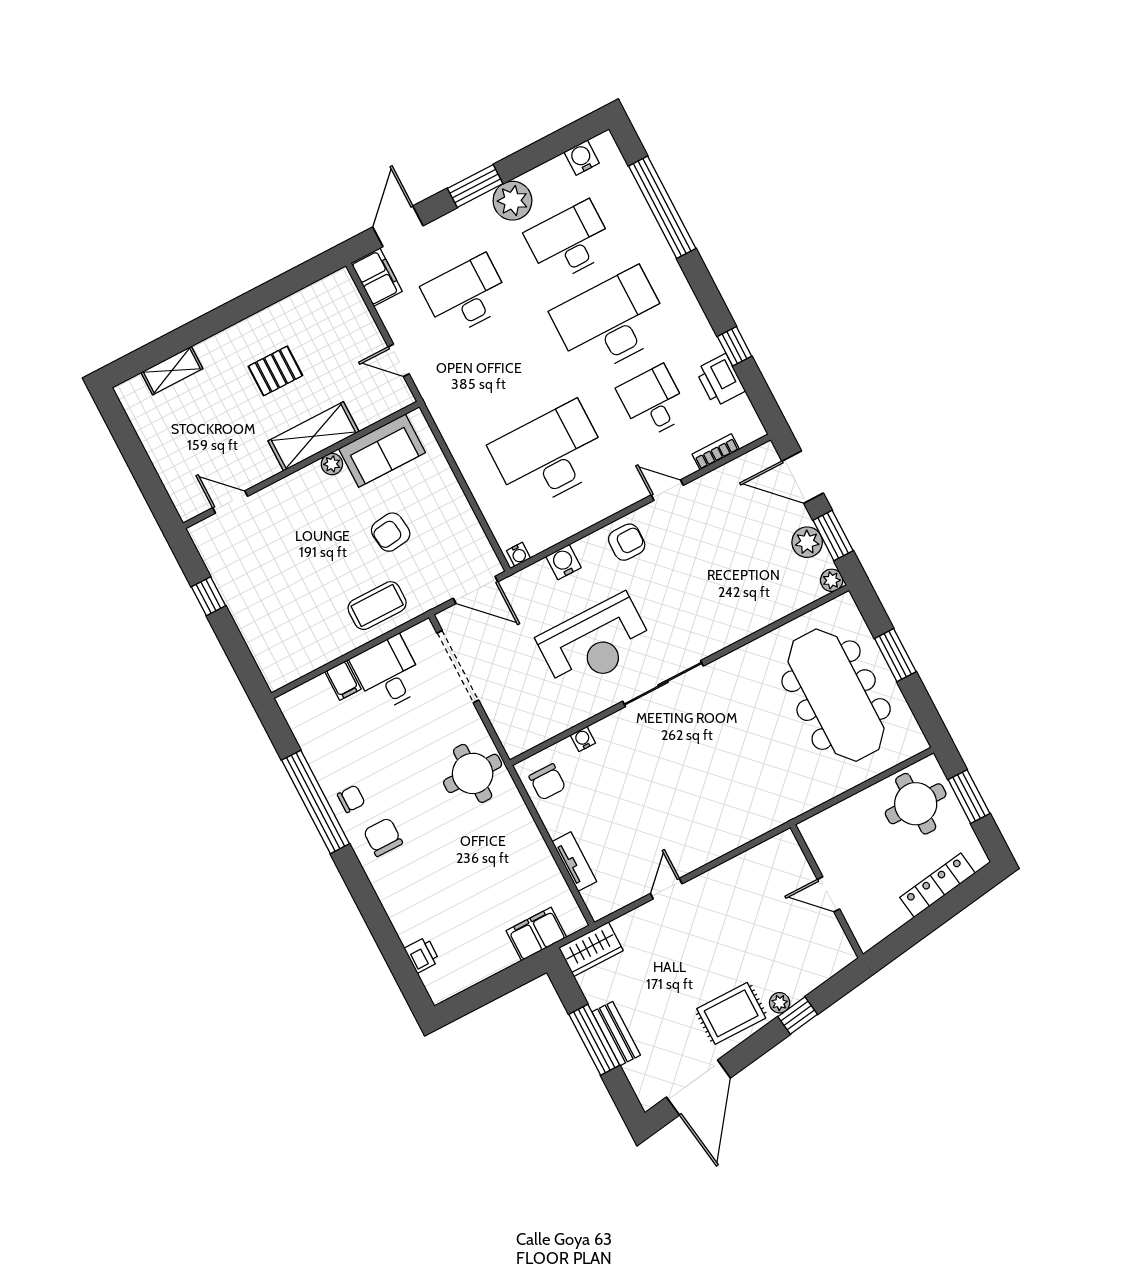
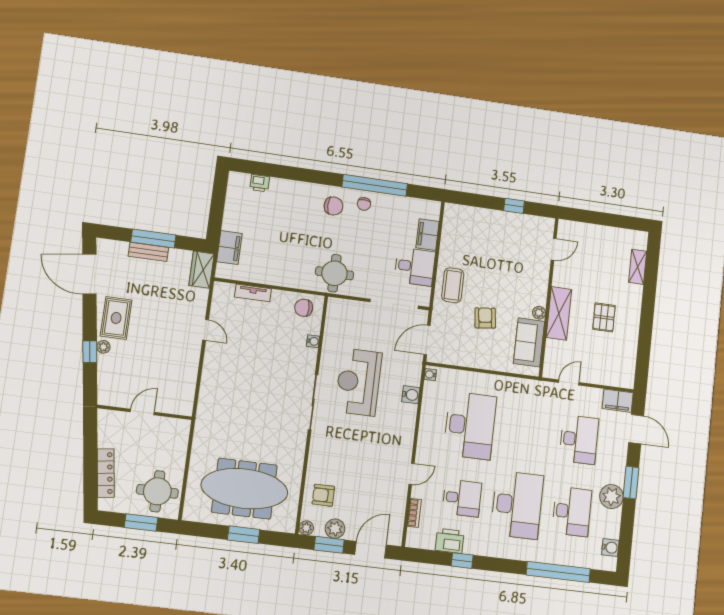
armchair: (627, 542) -> (323, 495), moved, turned 90
filing cabinet: (343, 680) -> (428, 235), width x2.00

